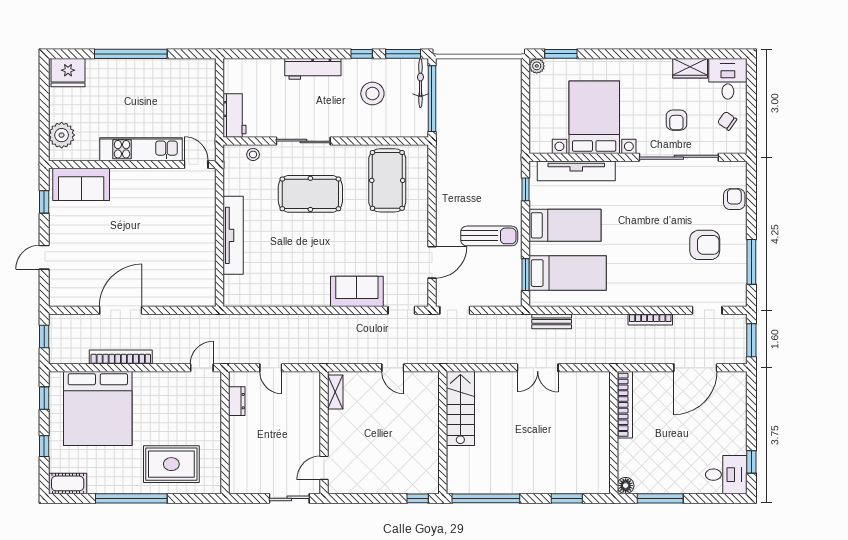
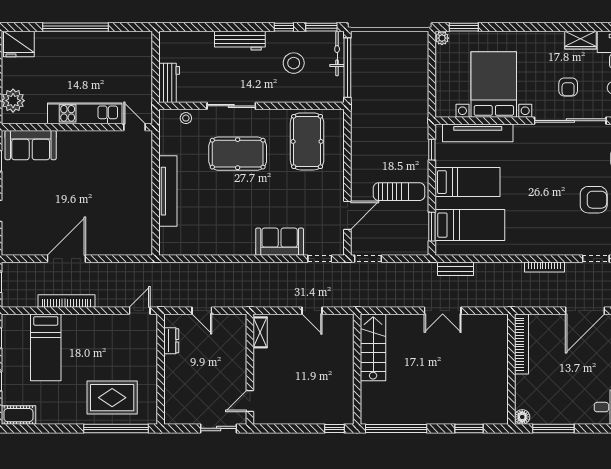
bed: (98, 409) -> (46, 347), width x0.49
window: (131, 498) -> (116, 428), moved

